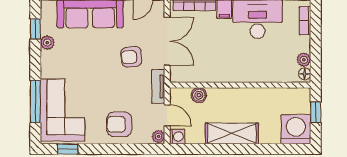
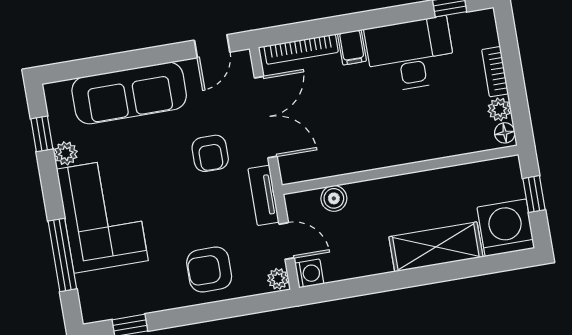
bookcase: (305, 21) -> (495, 72), moved
armchair: (131, 57) -> (210, 153), turned -84
corner sofa: (63, 110) -> (102, 215), moved
shelving: (232, 133) -> (436, 247), moved

